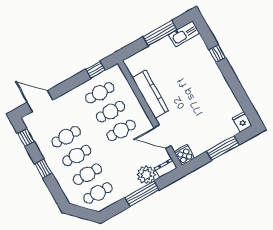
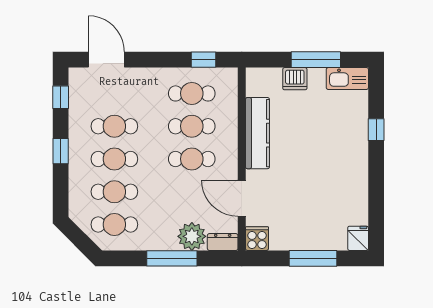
dishwasher: (154, 51) -> (295, 79), added

